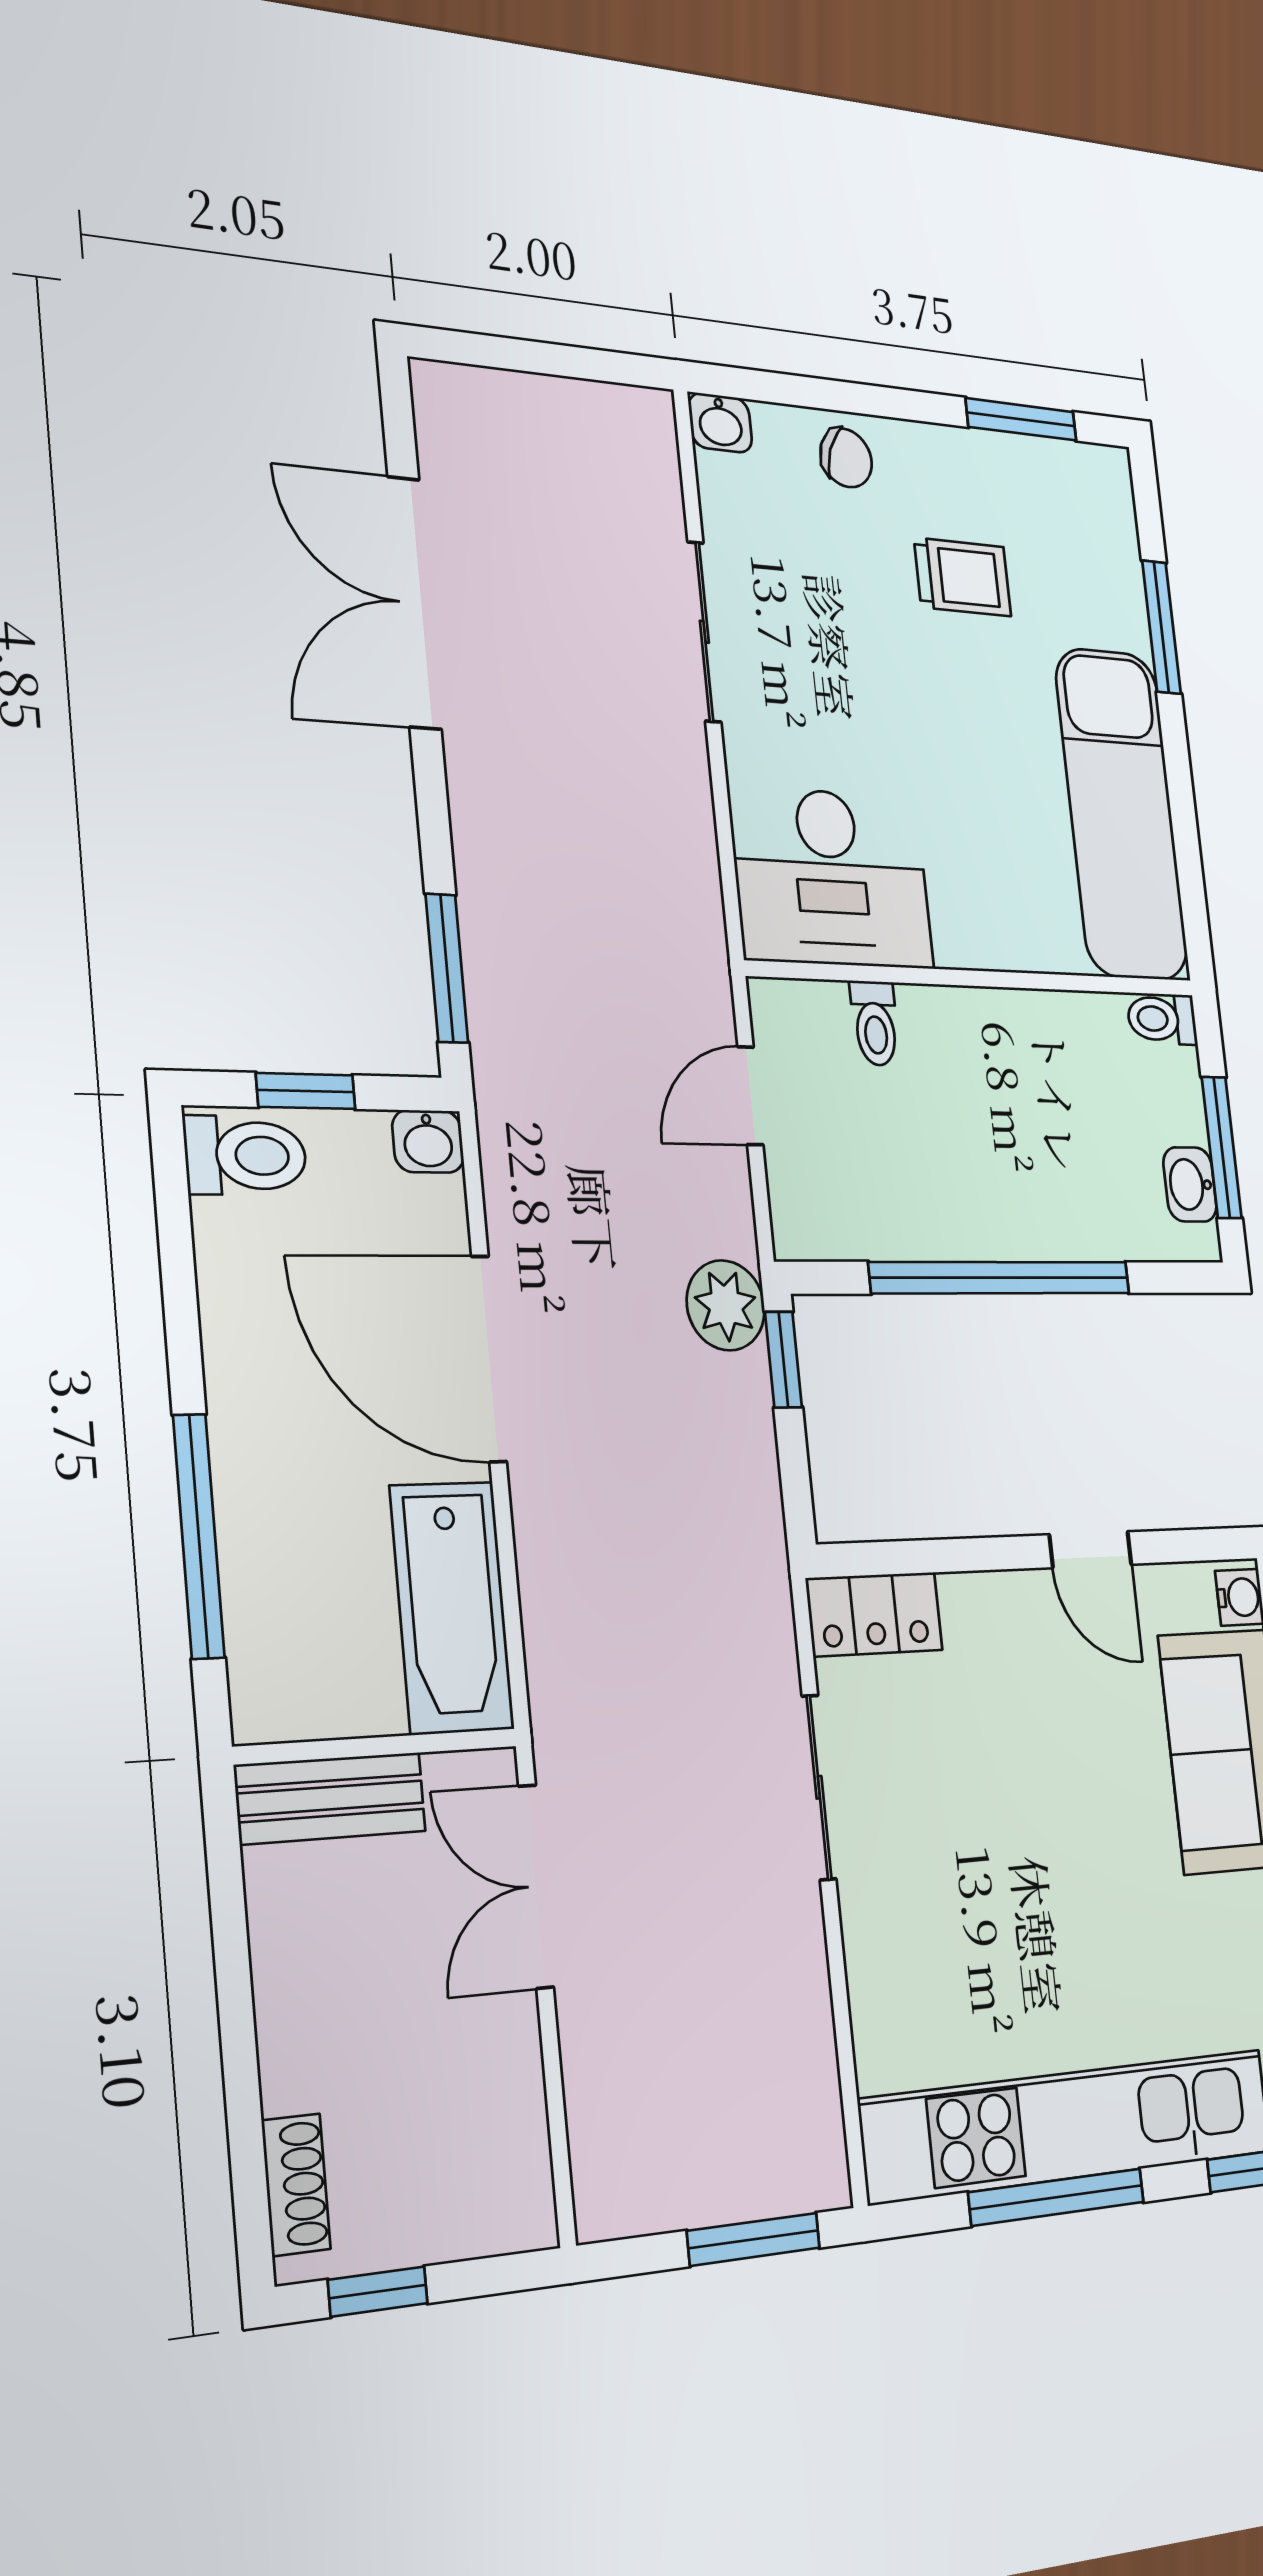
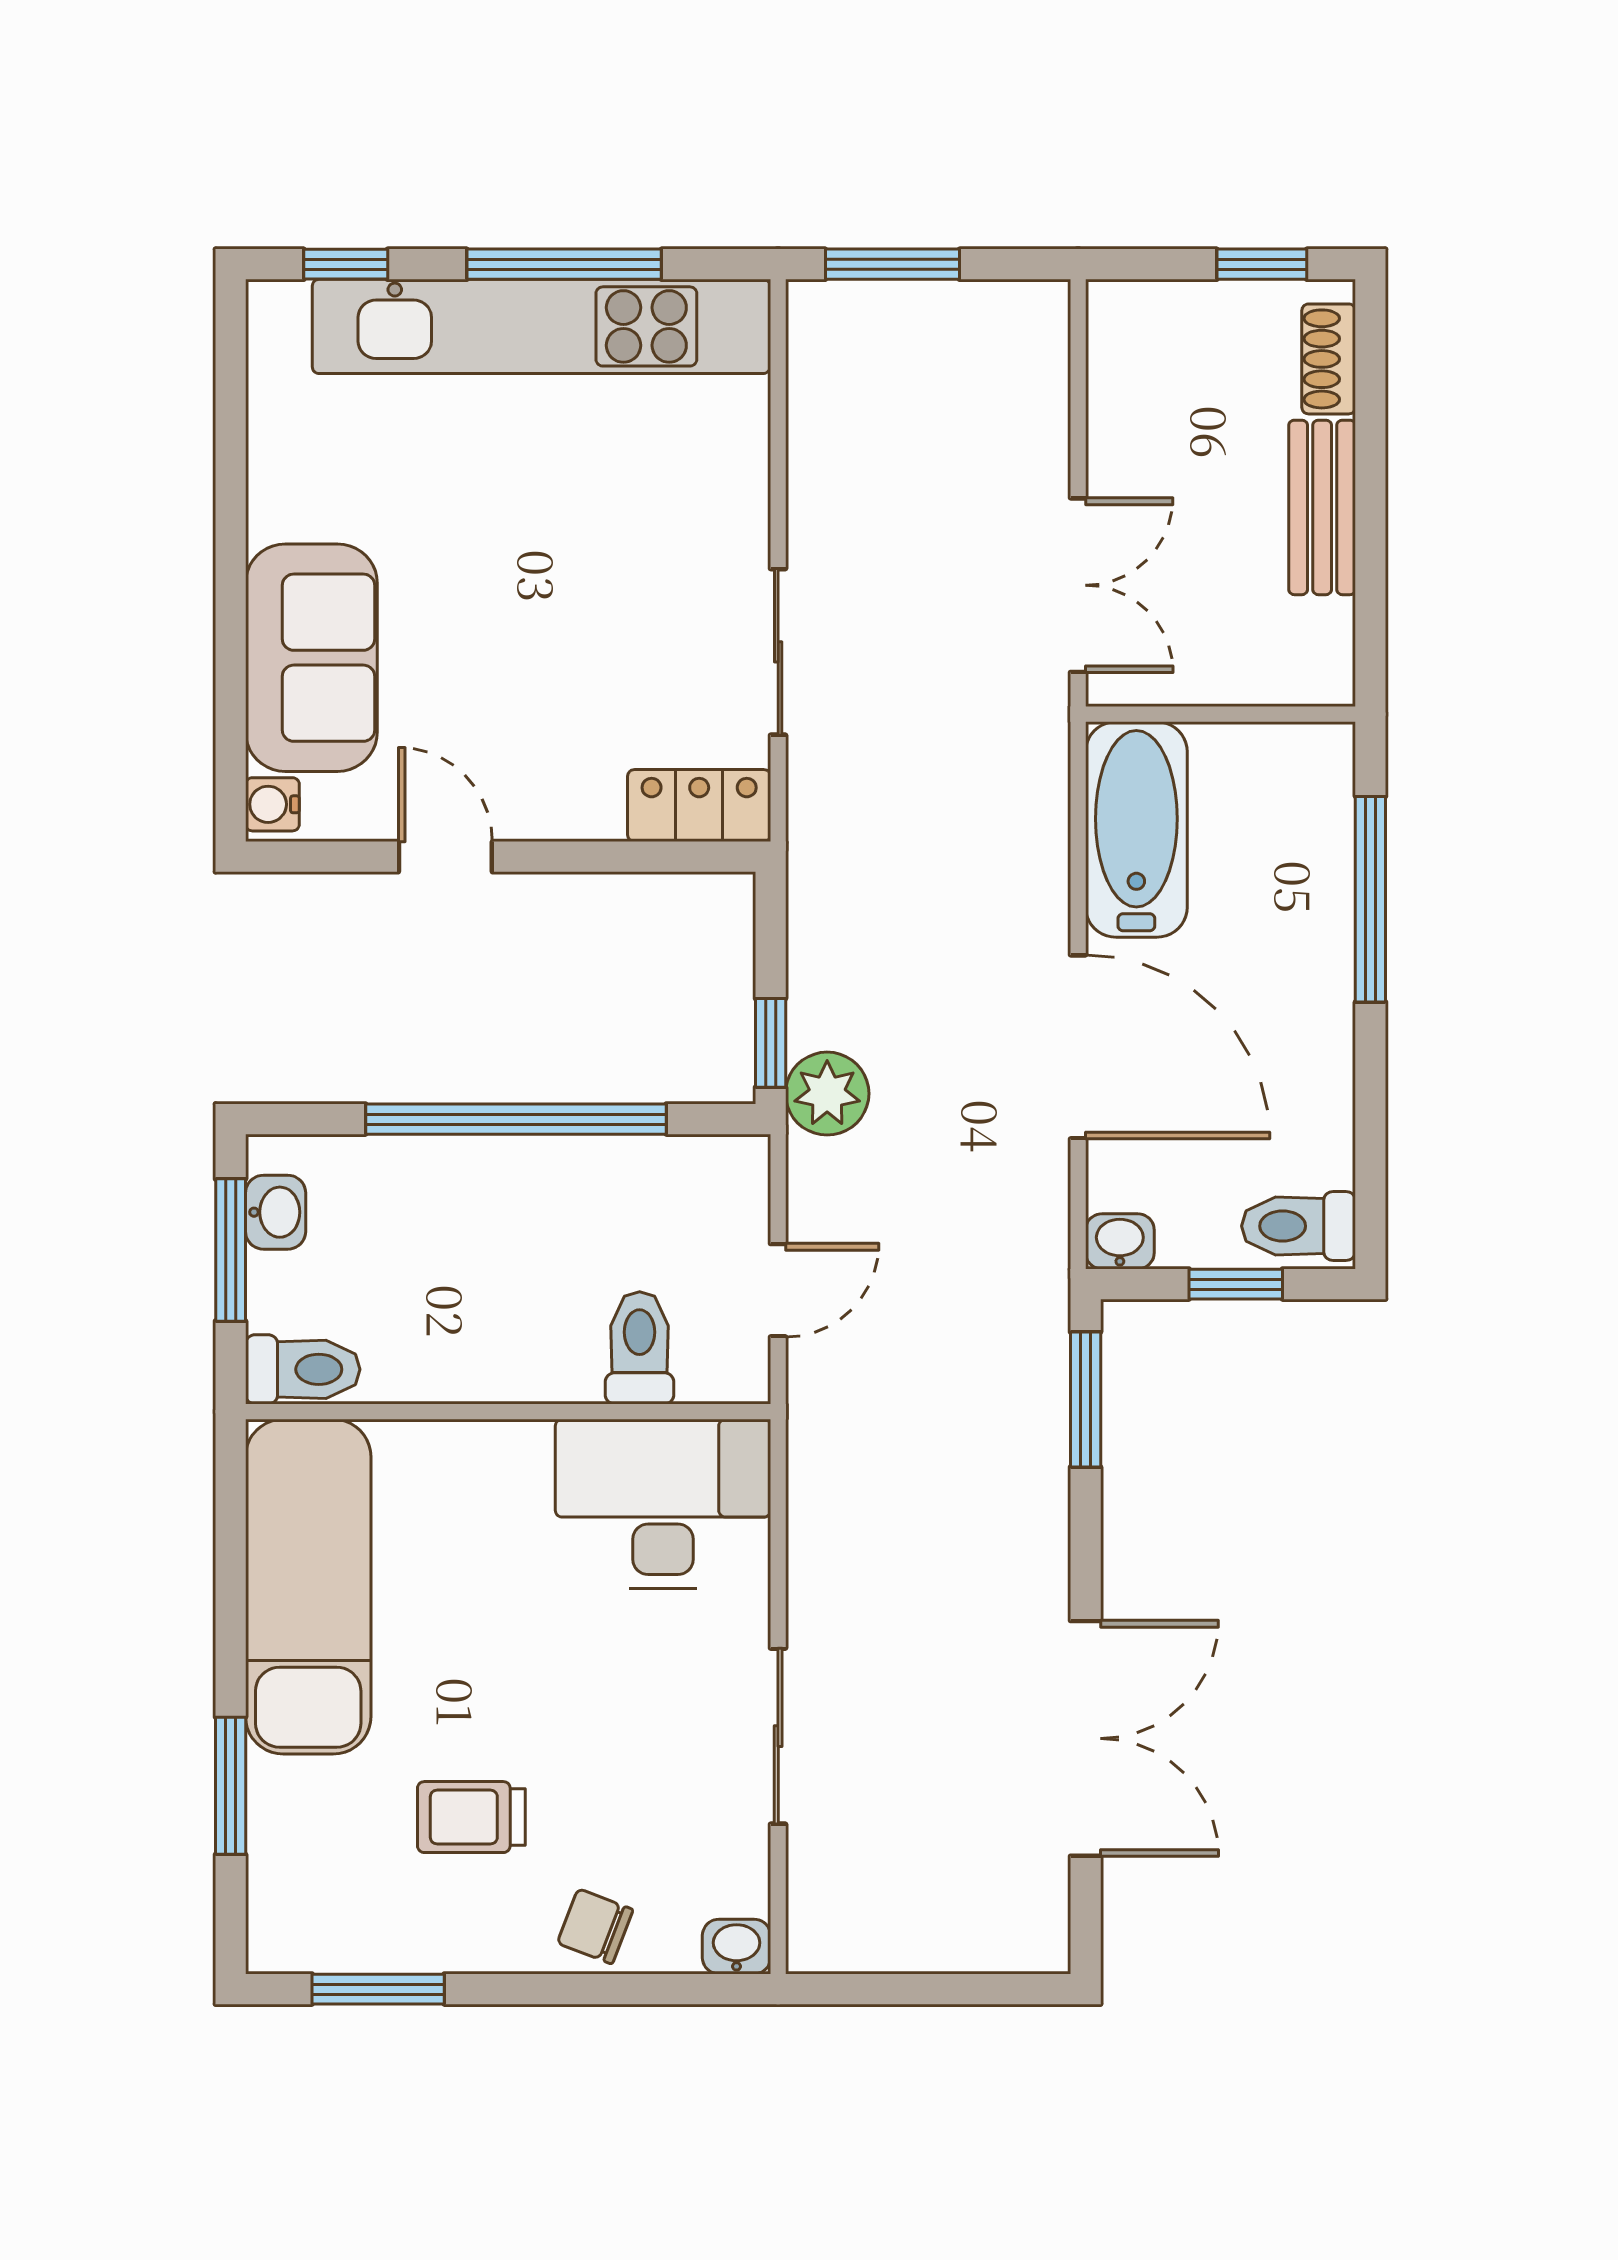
toilet: (1162, 1019) -> (303, 1369), width x1.37, depth x1.39
toilet: (875, 1023) -> (640, 1348), width x1.37, depth x1.39
bench: (330, 1798) -> (1322, 507), moved, turned 90

